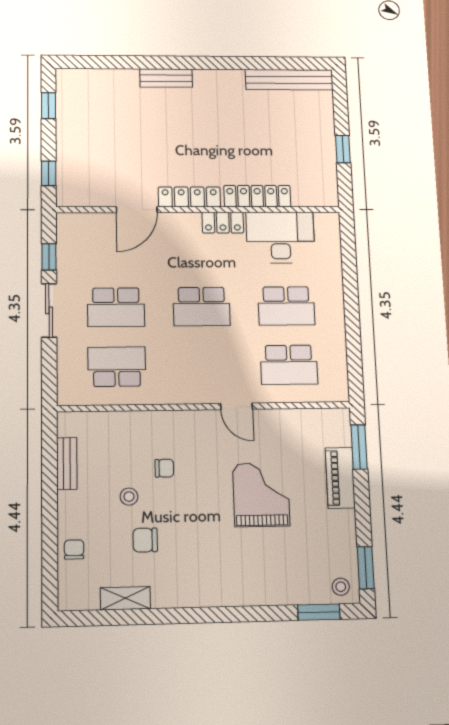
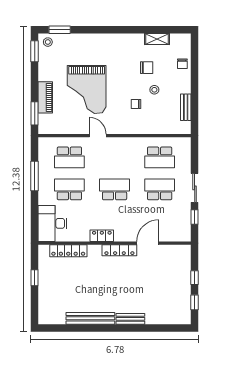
bench: (289, 80) -> (90, 318), moved
window: (49, 173) -> (195, 278), moved
locker: (257, 196) -> (68, 251), moved
desk: (280, 237) -> (52, 223), moved, turned 90
window: (353, 330) -> (35, 176), added
school desk: (289, 365) -> (69, 157), turned 180
grand piano: (261, 495) -> (87, 90), width x1.37, depth x1.48

